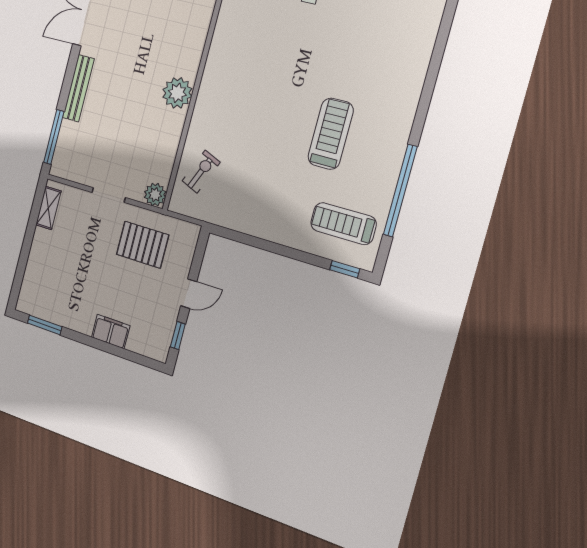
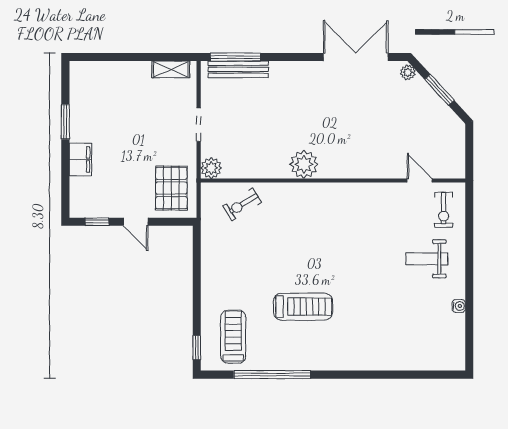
bench: (78, 88) -> (238, 69), moved
exercise bike: (201, 172) -> (242, 204), turned 125
pallet: (143, 245) -> (171, 188), moved
window: (45, 325) -> (65, 122), moved

